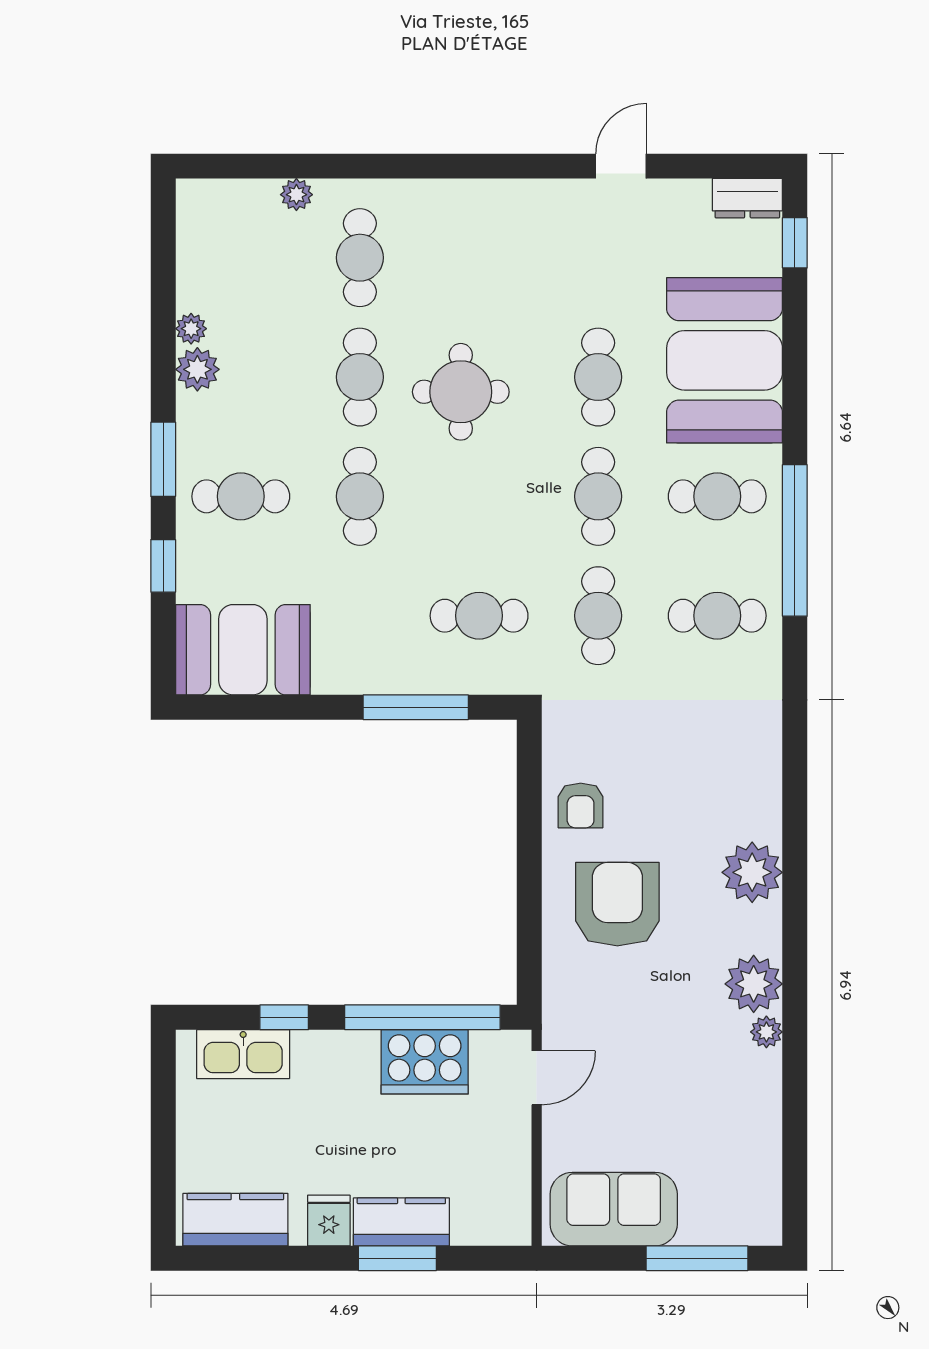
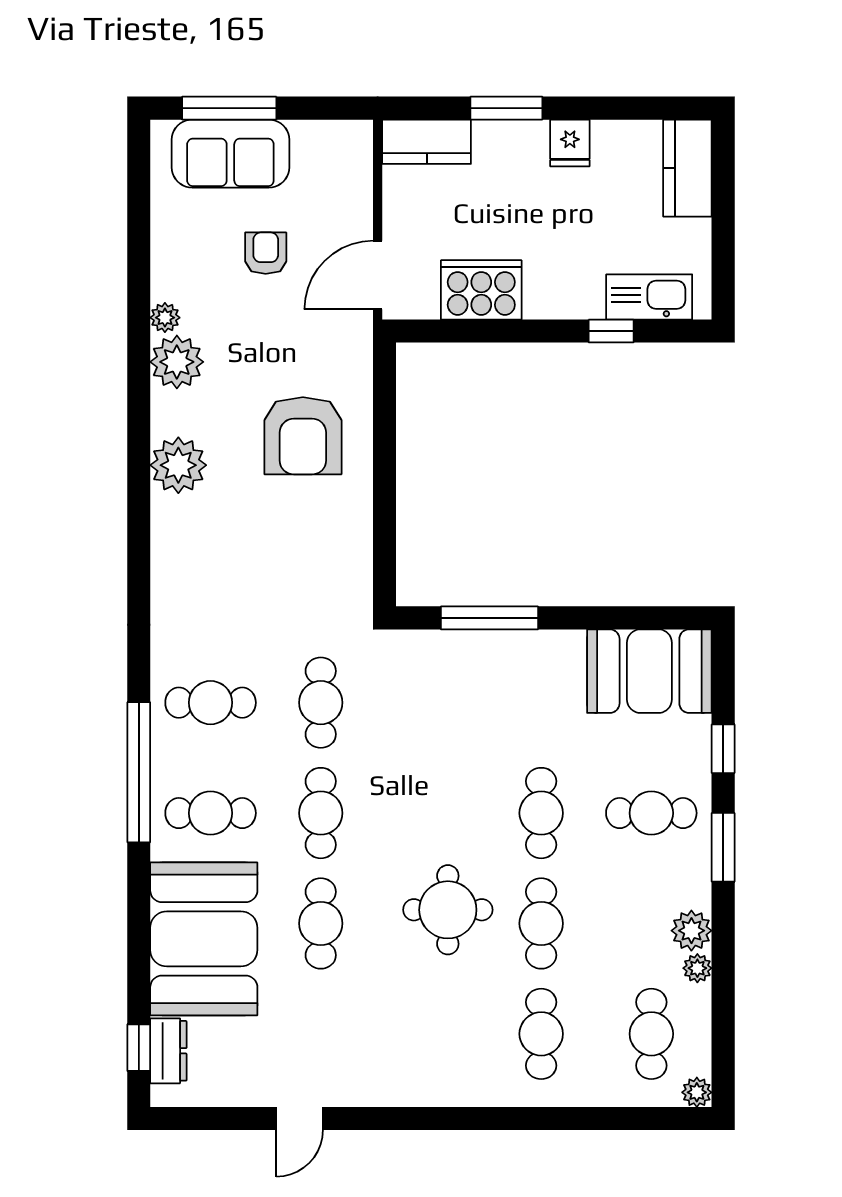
plant: (296, 195) -> (697, 1092), moved
dresser: (747, 198) -> (168, 1051), moved, turned 90
cafe table: (479, 616) -> (651, 1034), moved, turned 90
armchair: (581, 806) -> (266, 253), moved
window: (422, 1017) -> (483, 331), removed
door: (537, 1078) -> (378, 275), width x1.38
sofa: (614, 1209) -> (230, 154), moved
kitchen counter: (235, 1220) -> (687, 168), moved, turned 90
kitchen counter: (401, 1222) -> (427, 142), moved

